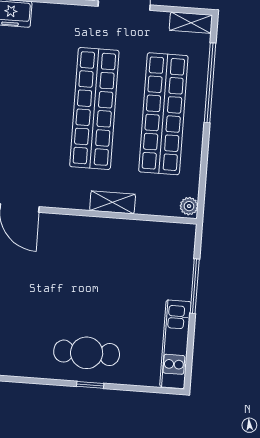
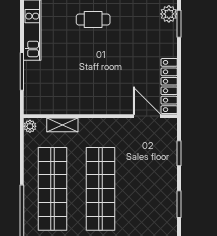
shelving: (113, 202) -> (62, 125), moved
cafe table: (87, 353) -> (93, 20), width x0.73, depth x0.74

